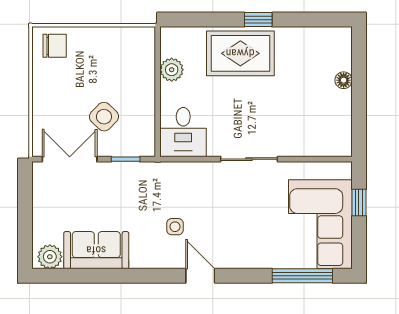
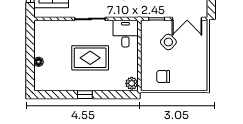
chair: (55, 46) -> (163, 77), moved
rug: (240, 53) -> (90, 58), moved
plant: (172, 70) -> (132, 83), moved

